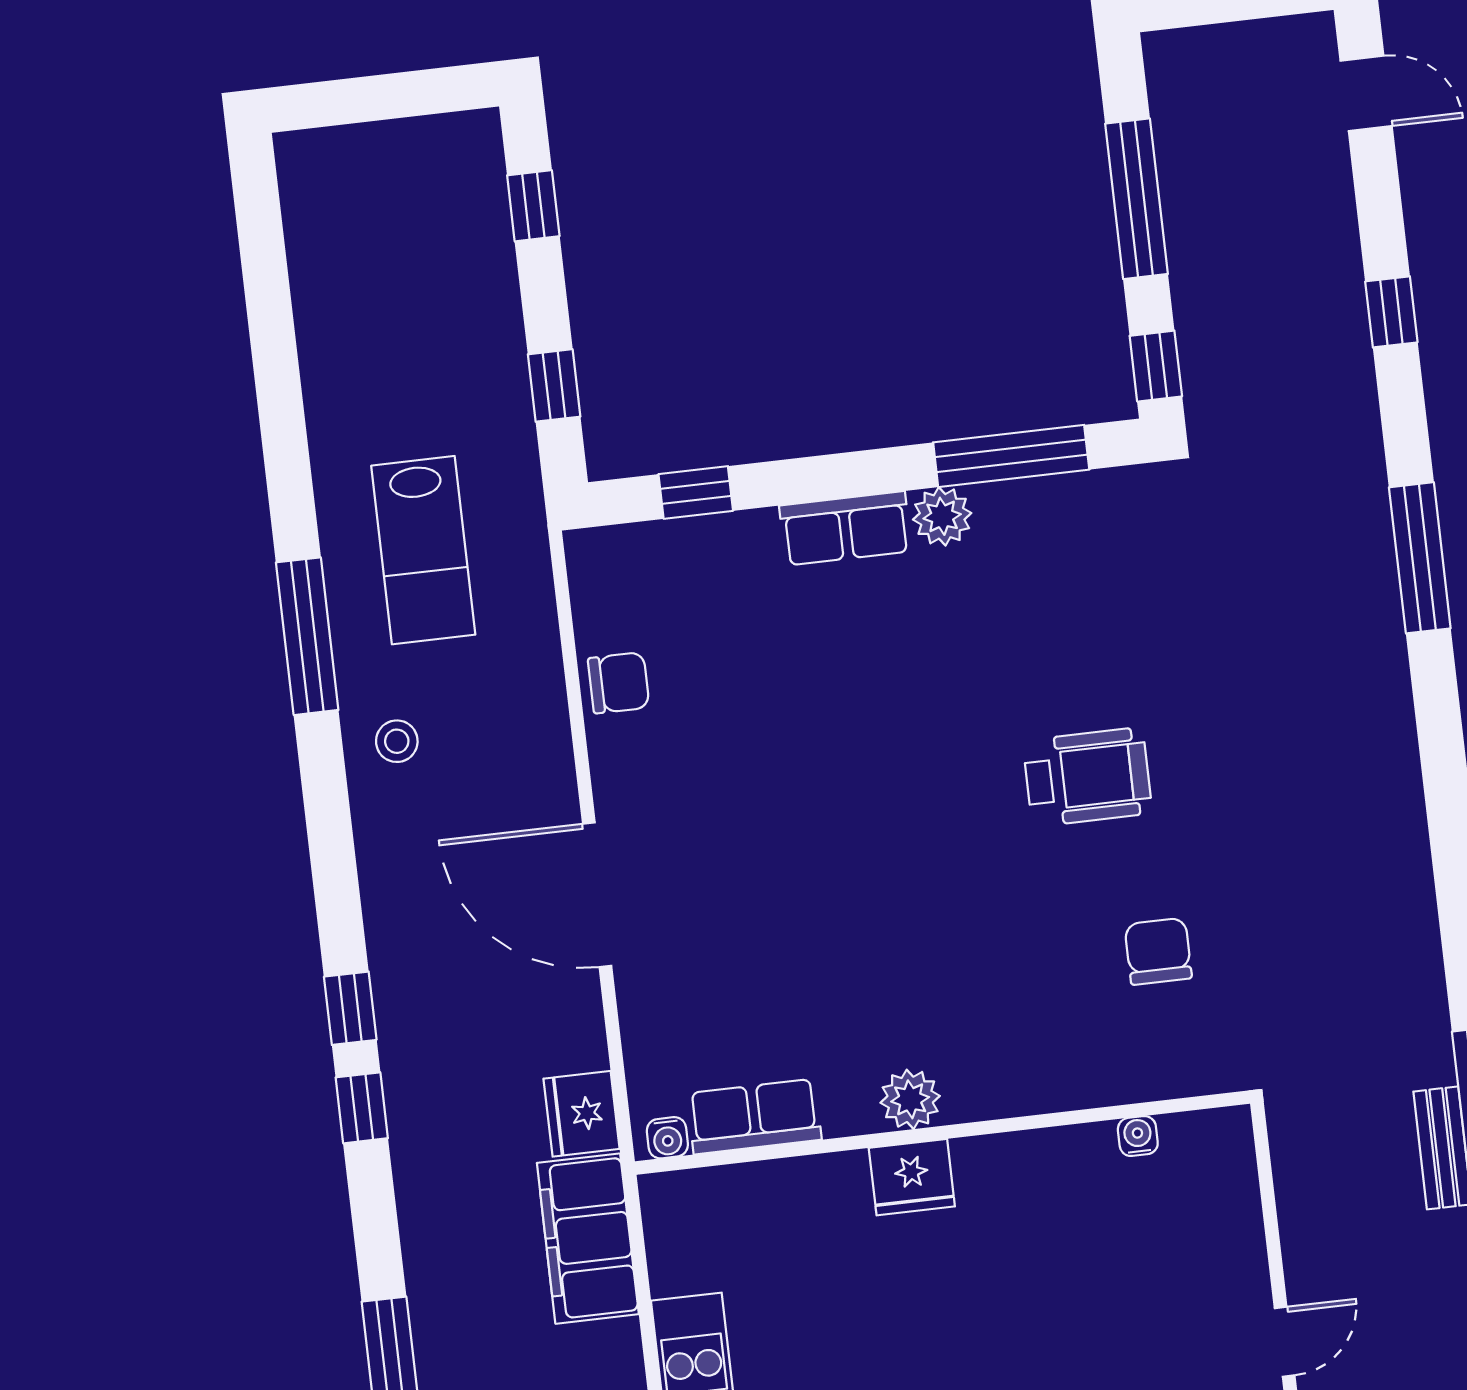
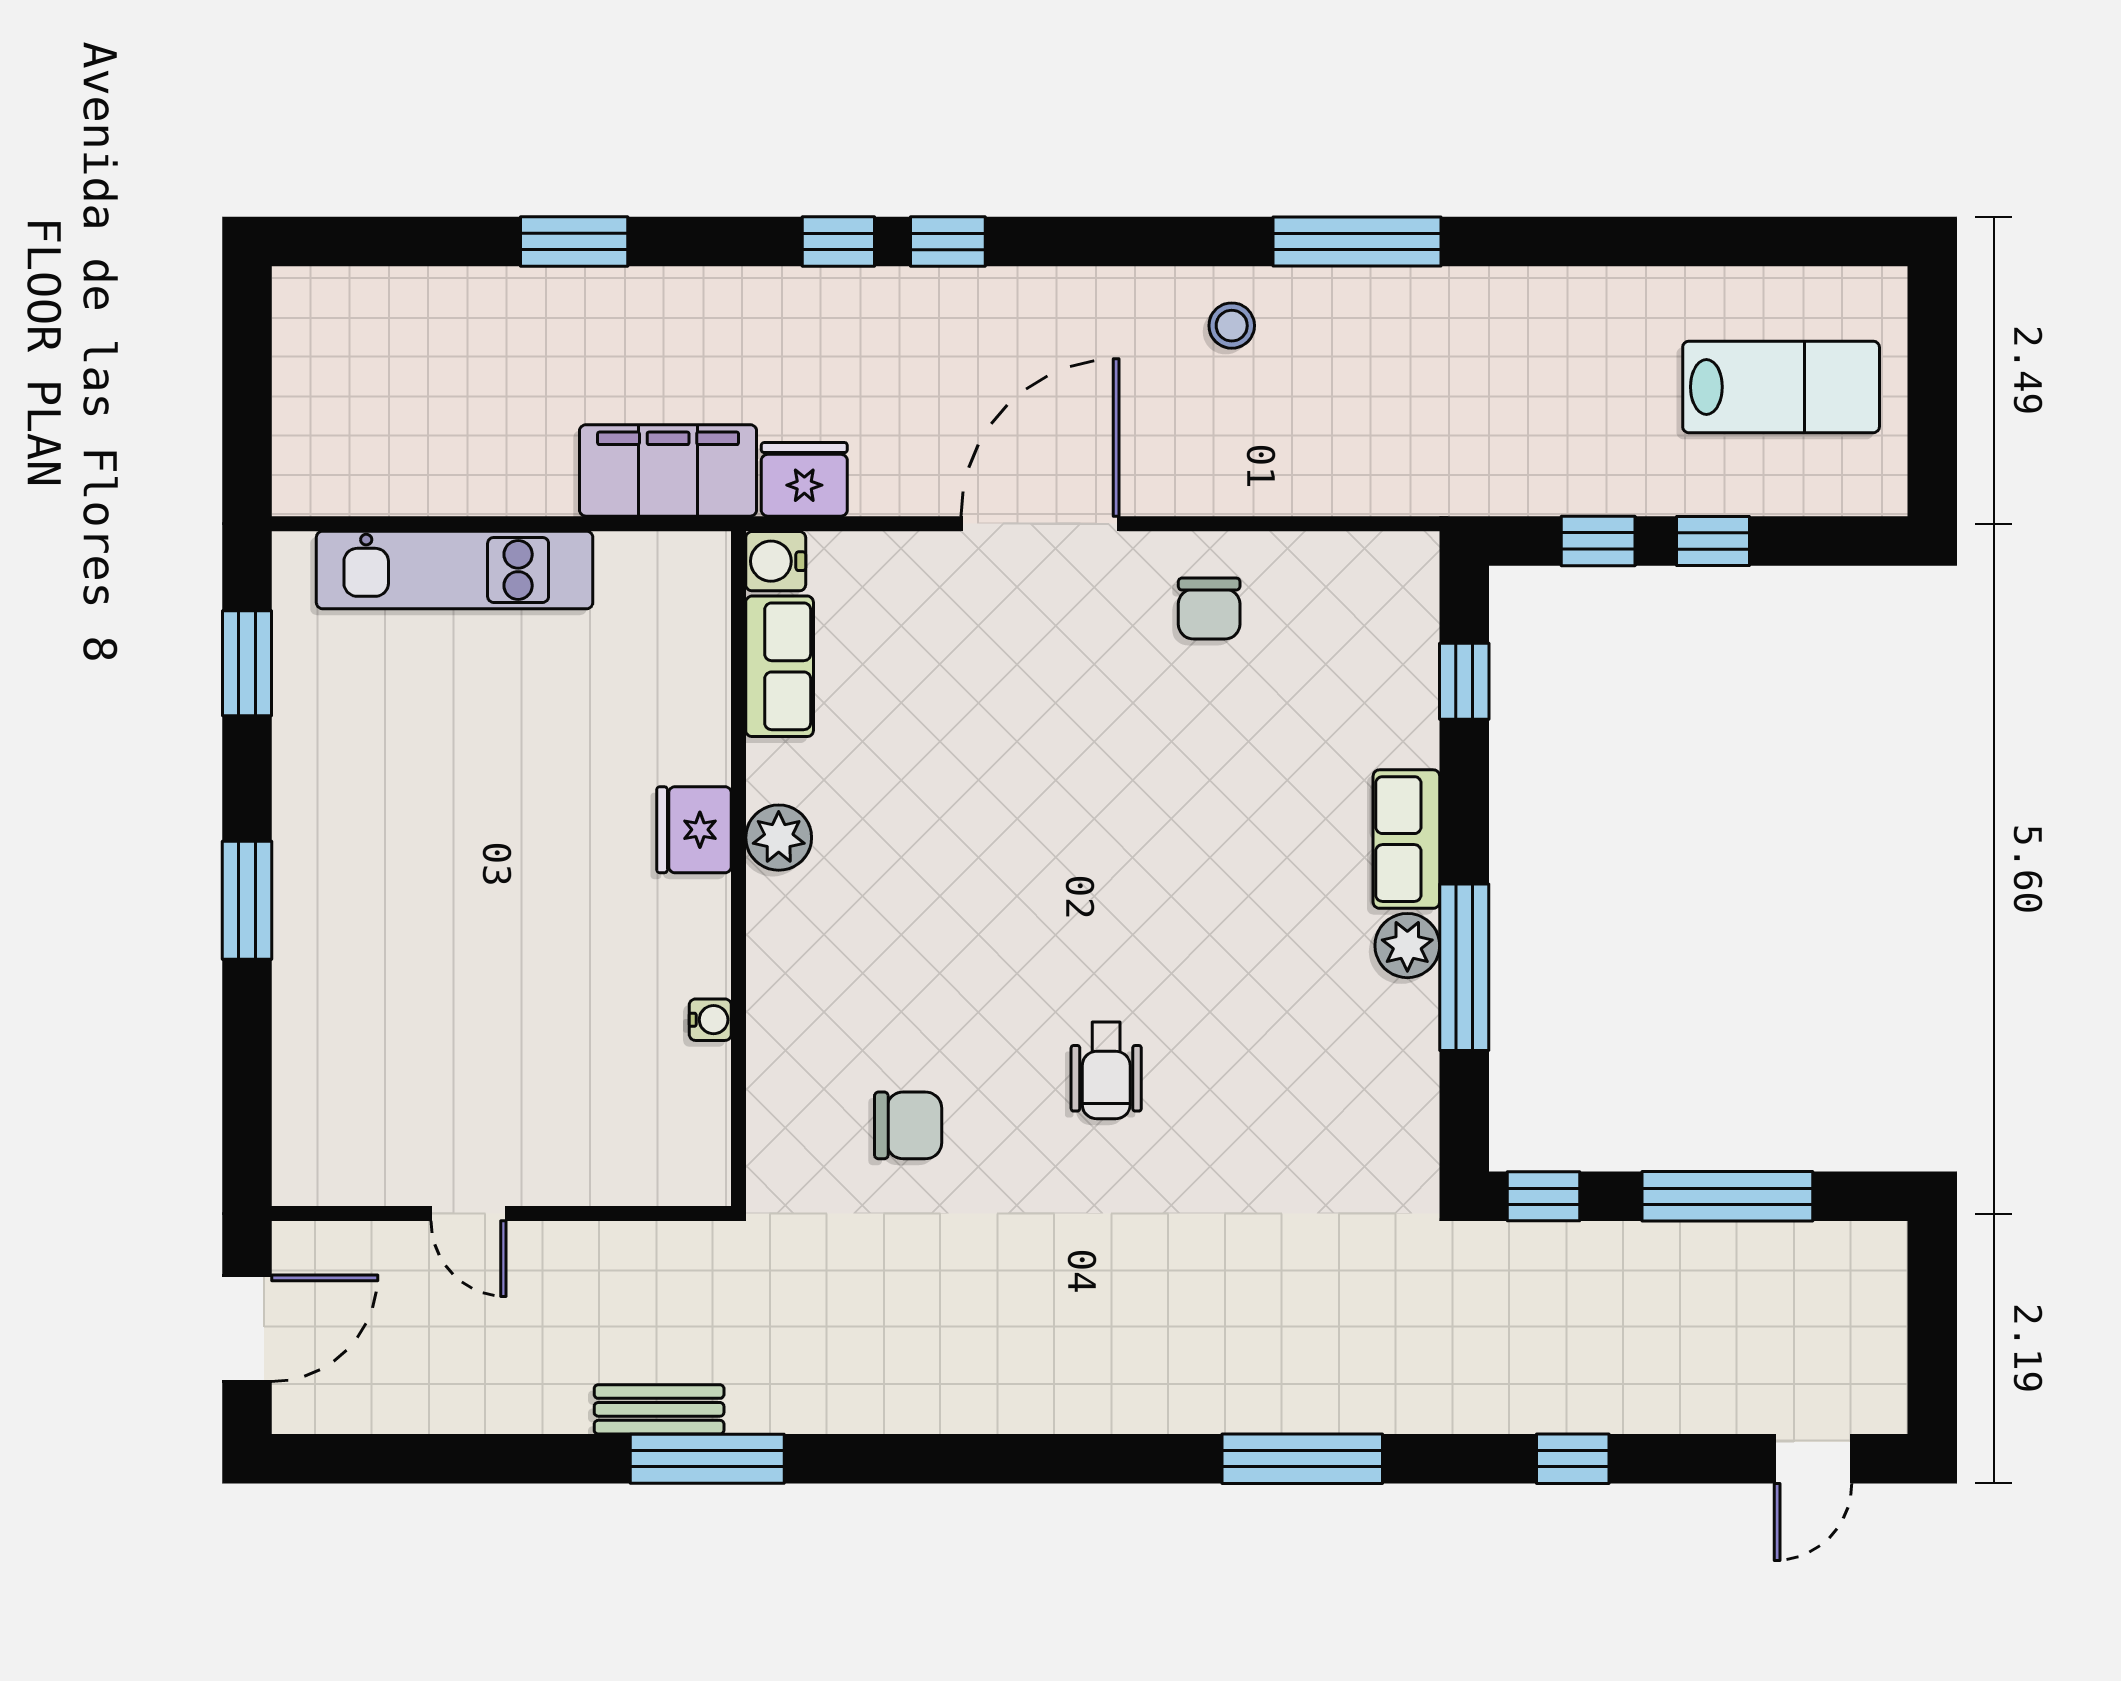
window: (533, 206) -> (1713, 541), moved
window: (1011, 456) -> (1464, 967), moved
lab bench: (423, 550) -> (1781, 387), moved, turned 180
chair: (619, 683) -> (1209, 609), moved
wheelchair: (1087, 777) -> (1106, 1071), width x0.73, depth x0.73
water cooler: (1138, 1136) -> (710, 1020), moved
water cooler: (667, 1138) -> (776, 561), width x1.38, depth x1.38

